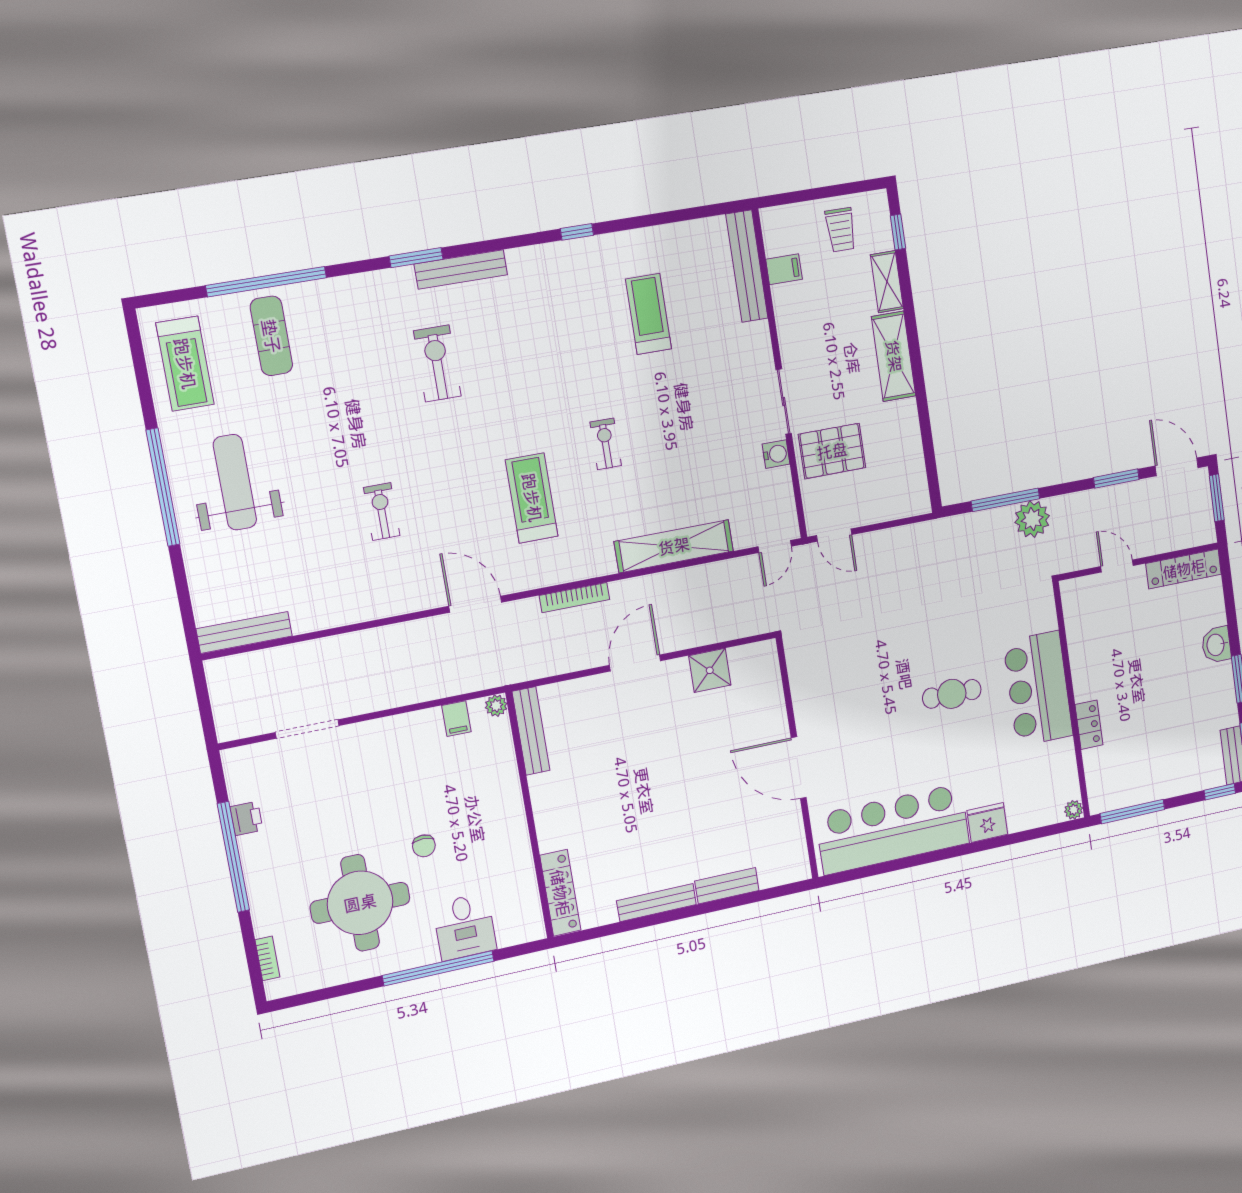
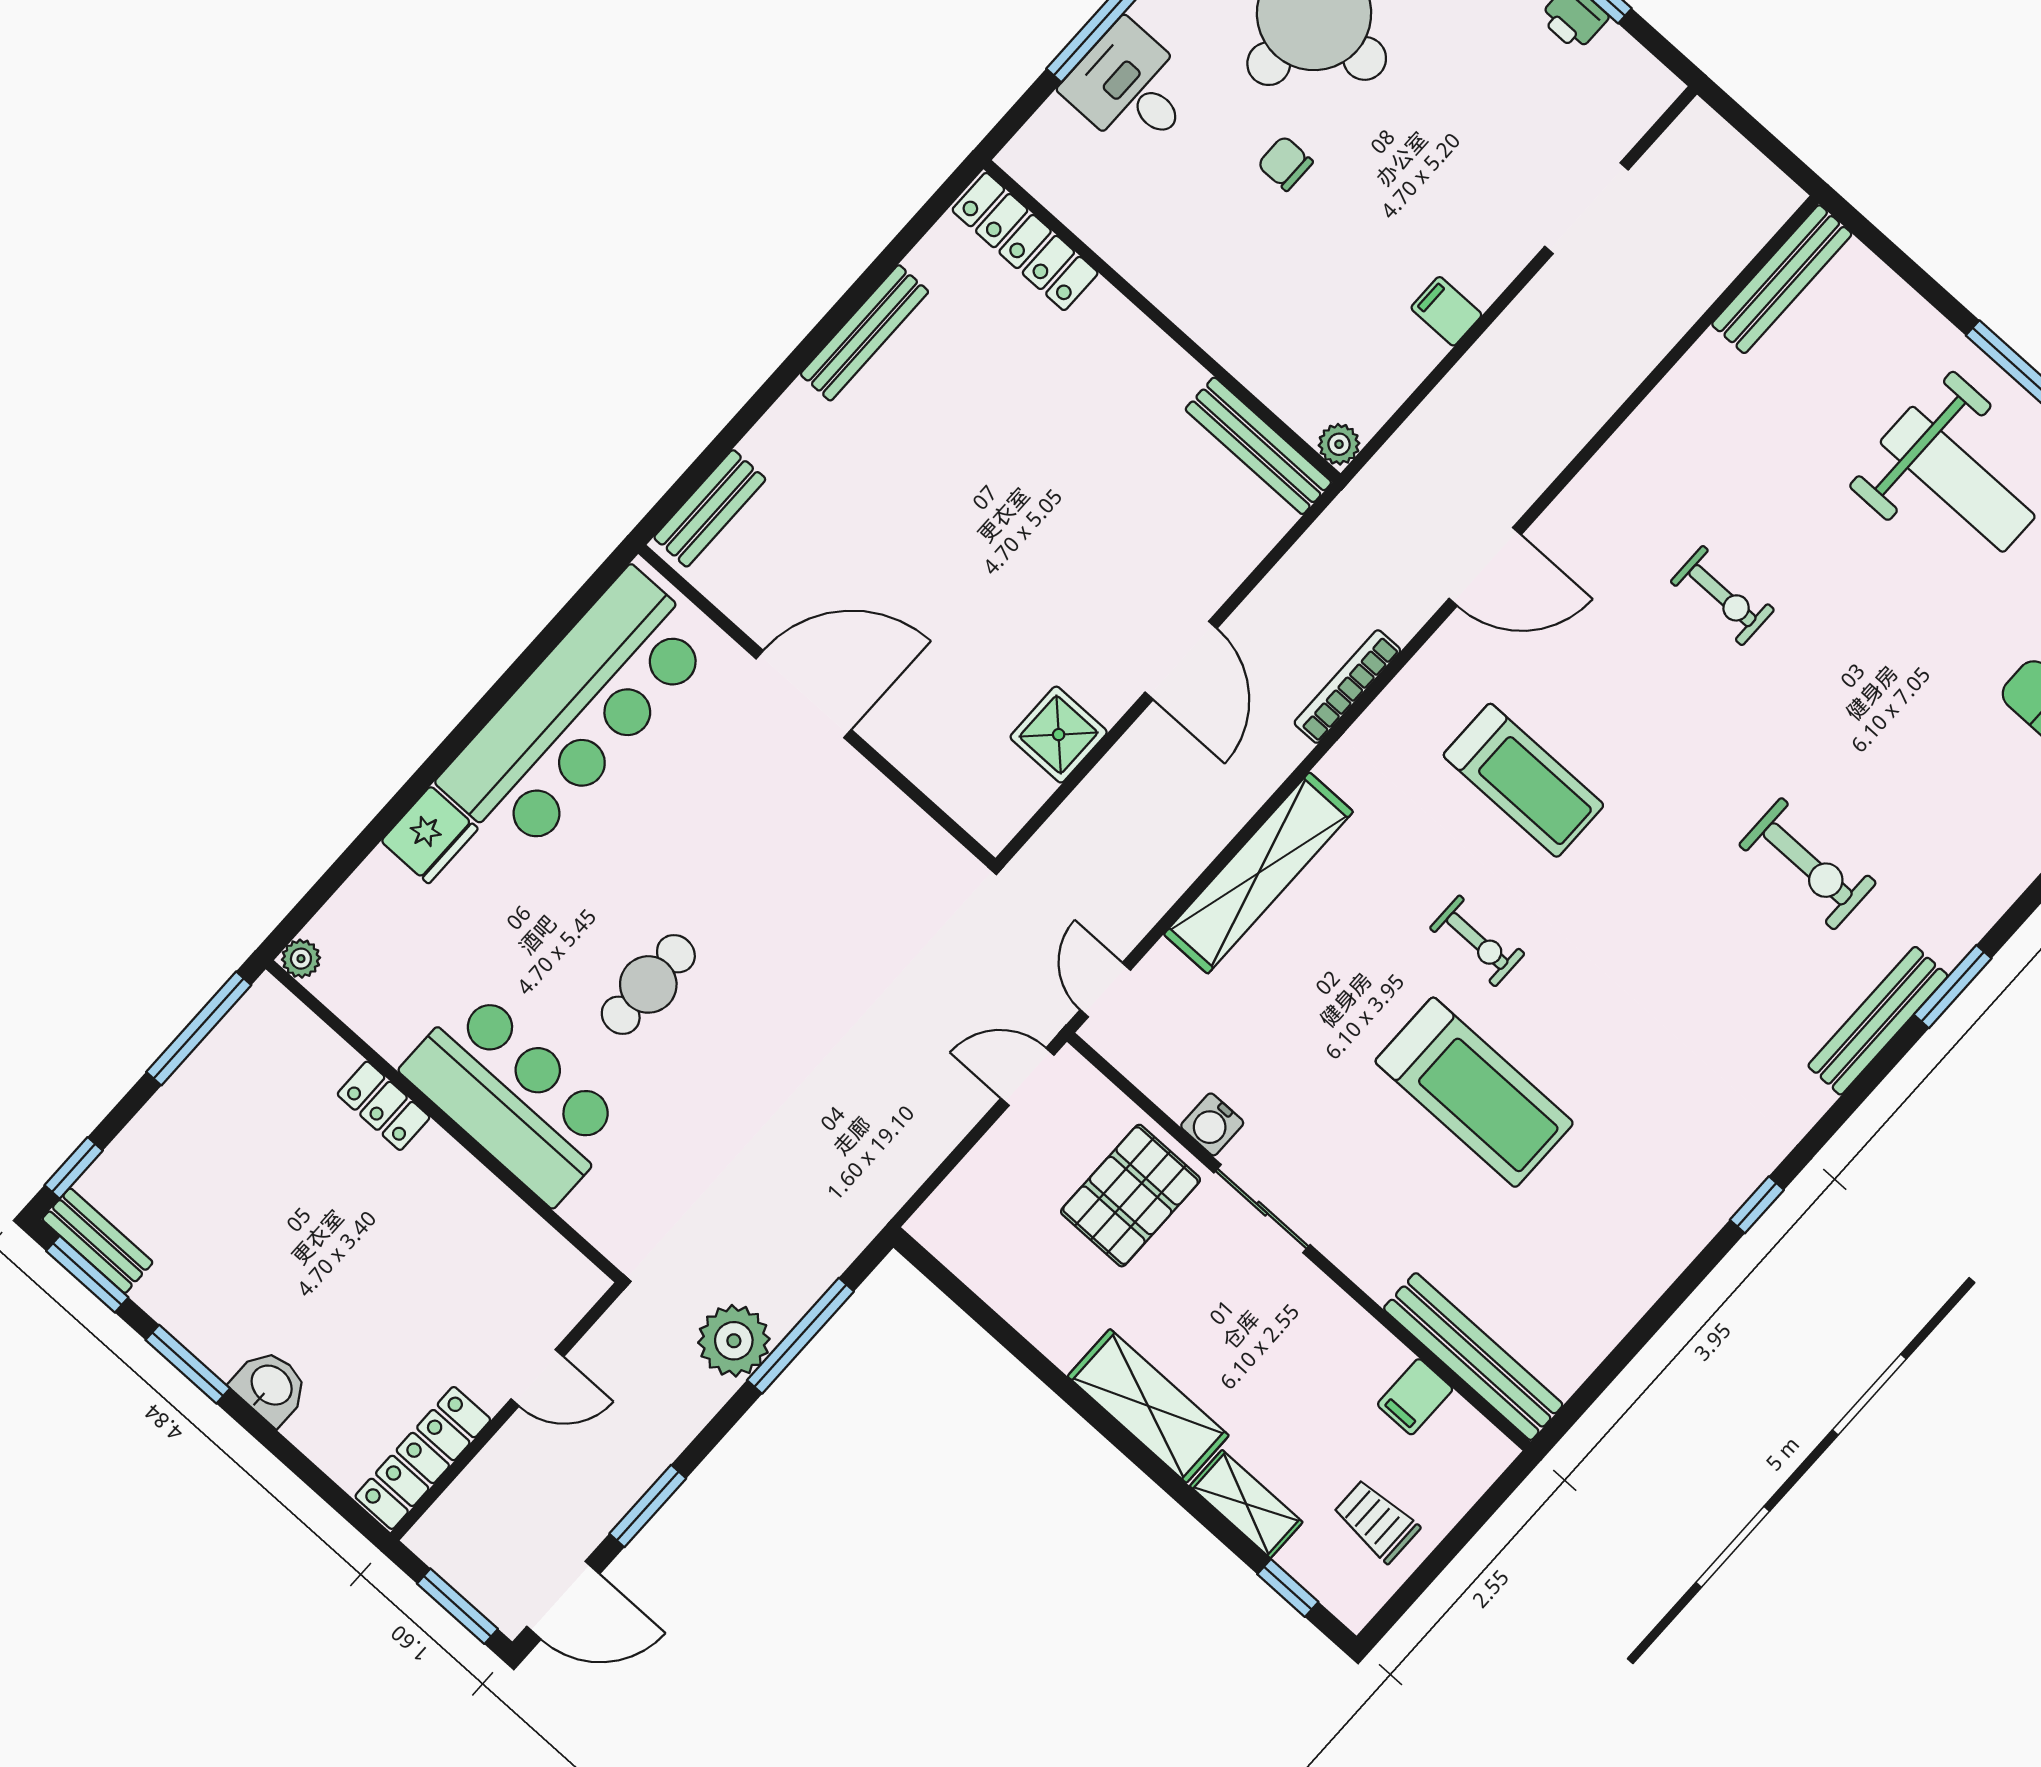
treadmill: (649, 314) -> (1474, 1092), moved, width x1.37, depth x1.38
filing cabinet: (456, 719) -> (1446, 311), moved
bench: (727, 886) -> (710, 508), moved

